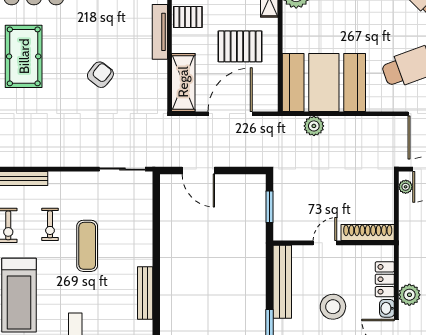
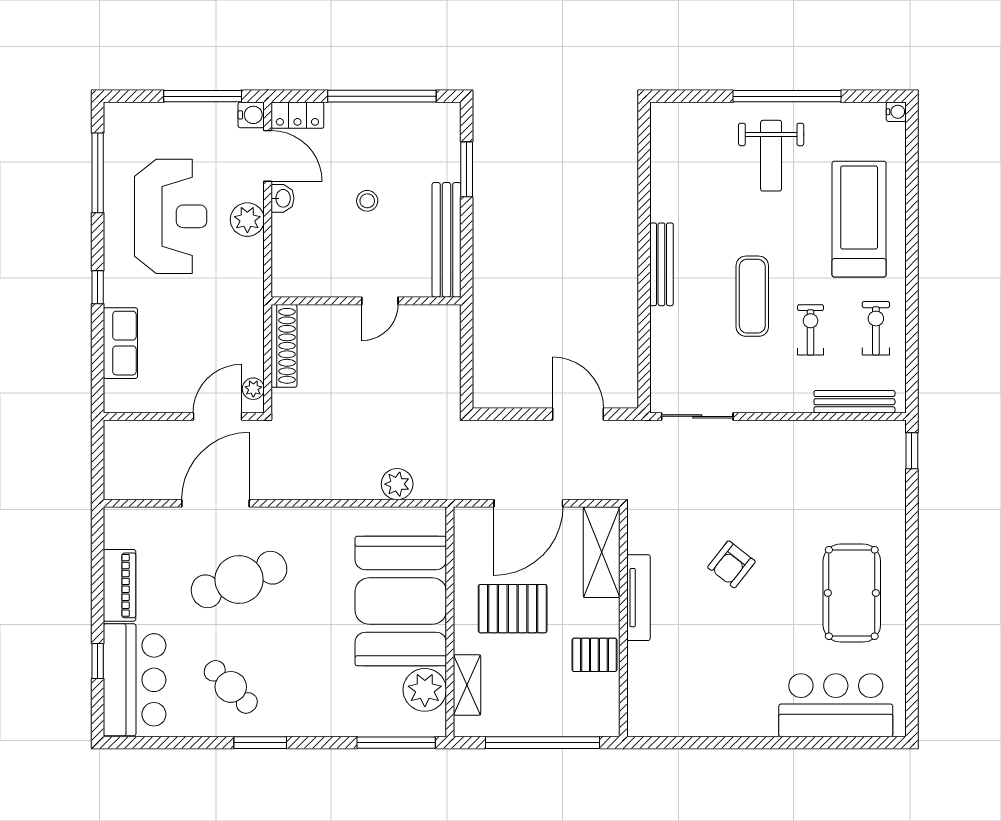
tv unit: (160, 32) -> (638, 598), moved
booth: (324, 82) -> (401, 601), moved, turned 90
window: (269, 207) -> (467, 357), removed
shoe rack: (368, 232) -> (284, 346), moved, turned -90
locker: (385, 279) -> (286, 244), removed
bench: (145, 293) -> (661, 264), moved
stool: (333, 307) -> (367, 201), width x0.53, depth x0.53

